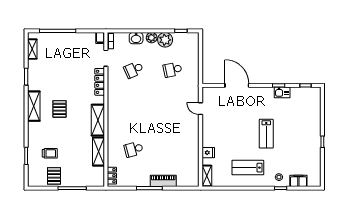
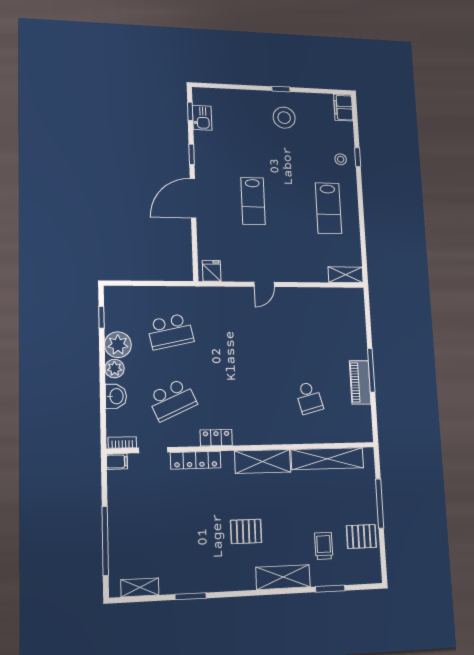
school desk: (134, 70) -> (172, 400), width x1.85
school desk: (173, 70) -> (170, 331), width x1.85
door: (237, 85) -> (193, 198), moved
kitchen sink: (282, 92) -> (202, 118), moved
shelving: (34, 106) -> (283, 577), moved
door: (200, 109) -> (264, 284), moved
lab bench: (266, 134) -> (253, 201), moved, turned 90
stool: (304, 143) -> (284, 118), added
shelving: (98, 151) -> (327, 459), width x1.47
fridge: (208, 153) -> (212, 271), moved
locker: (112, 176) -> (216, 438), moved
piano: (163, 181) -> (360, 382), moved
filing cabinet: (298, 181) -> (343, 108), moved

